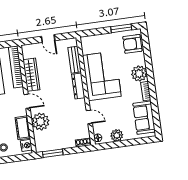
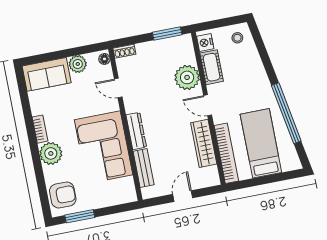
door: (48, 38) -> (183, 196), hinge flipped
sofa: (144, 118) -> (47, 74), moved, turned 90

